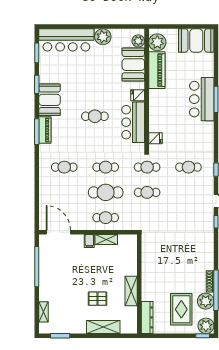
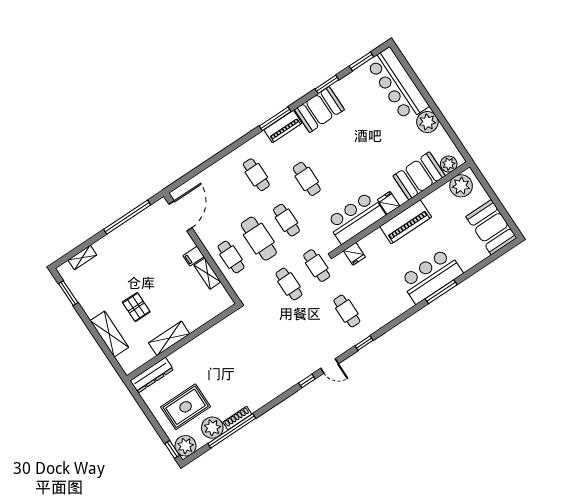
piano: (157, 70) -> (406, 222), moved
cafe table: (95, 116) -> (307, 179), moved

